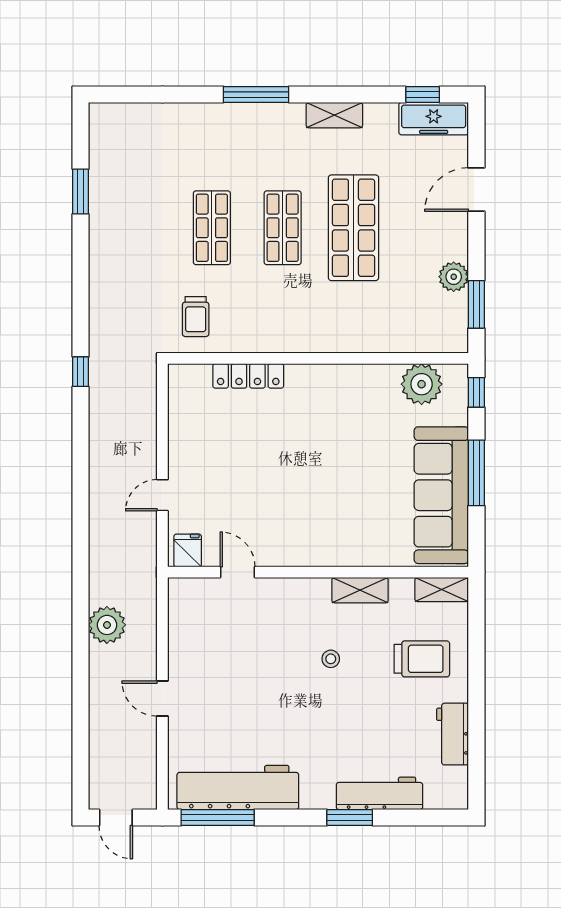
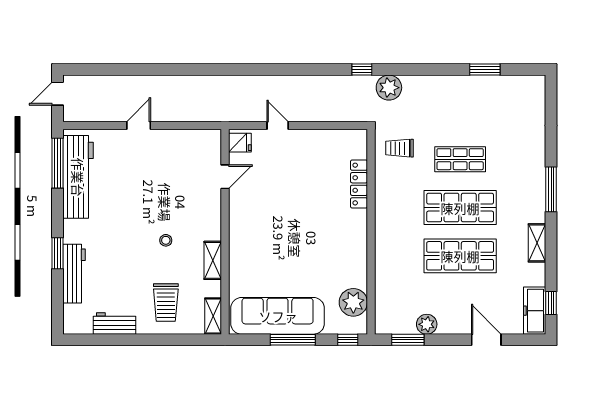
shop shelf: (283, 228) -> (460, 208), width x1.43, depth x1.36
plant: (107, 625) -> (389, 88), moved

